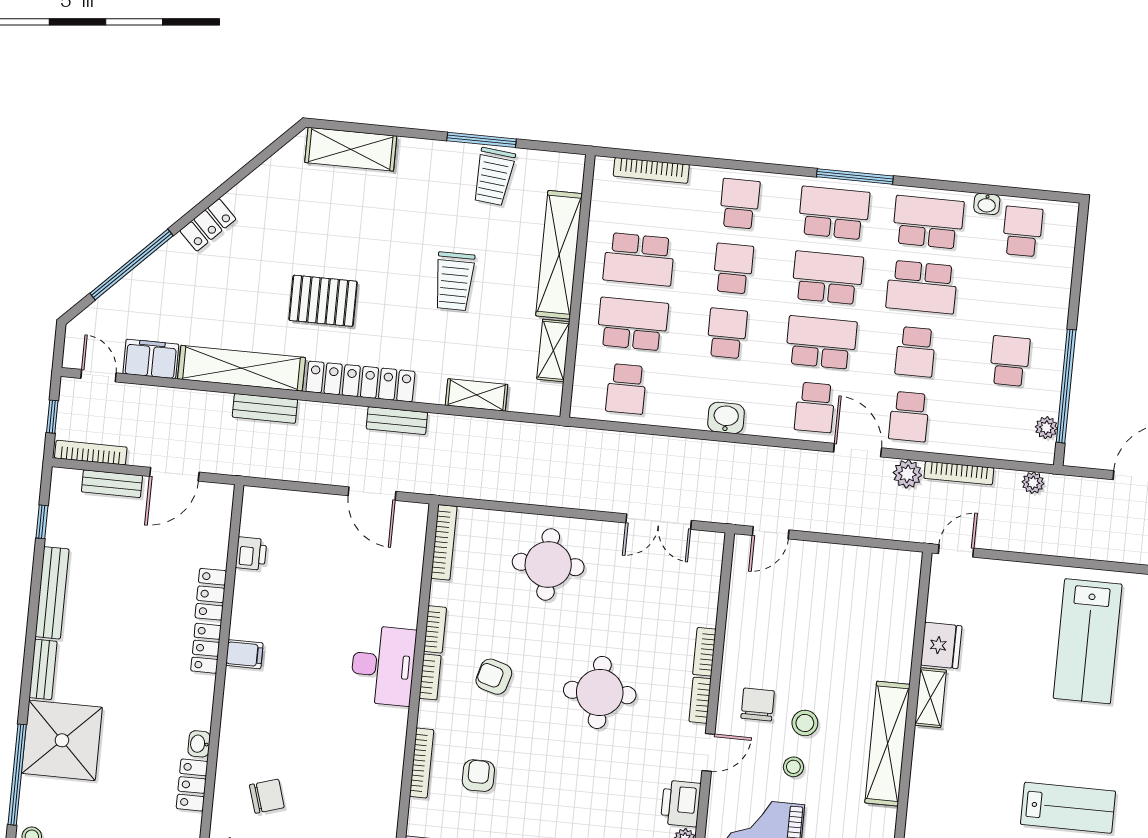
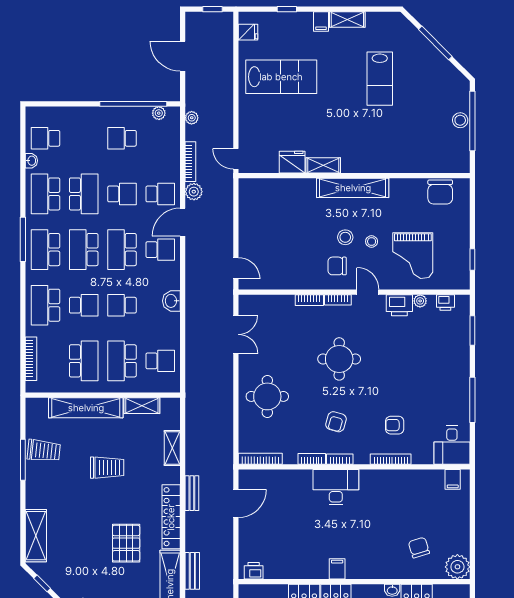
window: (269, 152) -> (42, 583), added
school desk: (740, 204) -> (45, 305), width x1.85
school desk: (733, 268) -> (84, 305), turned 180
printer: (251, 554) -> (254, 571), moved
lab bench: (1068, 808) -> (380, 79), turned 180

